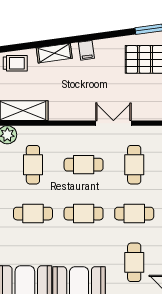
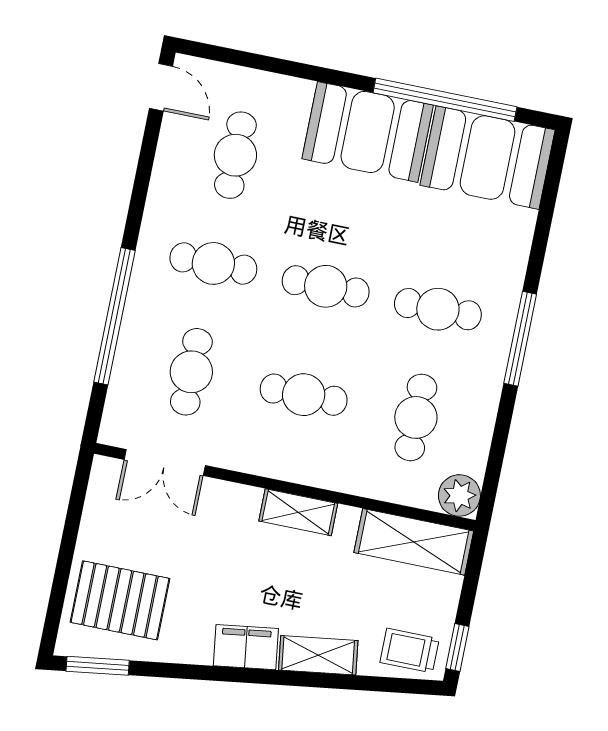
filing cabinet: (86, 50) -> (246, 647), width x2.00
shelving: (76, 113) -> (298, 512), added
double door: (113, 123) -> (165, 462), moved

